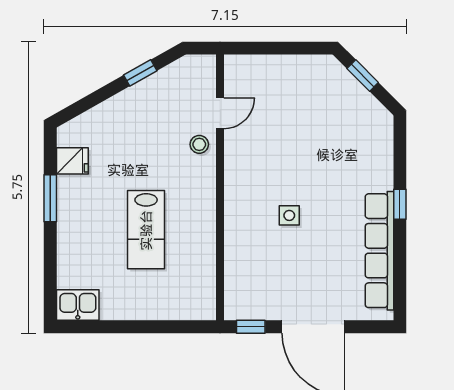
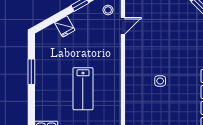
stool: (199, 144) -> (108, 10), moved
fridge: (72, 161) -> (65, 26), moved, turned 61

